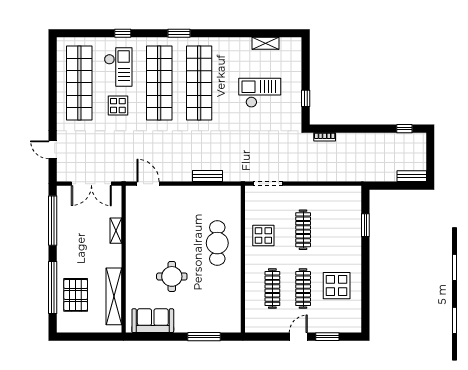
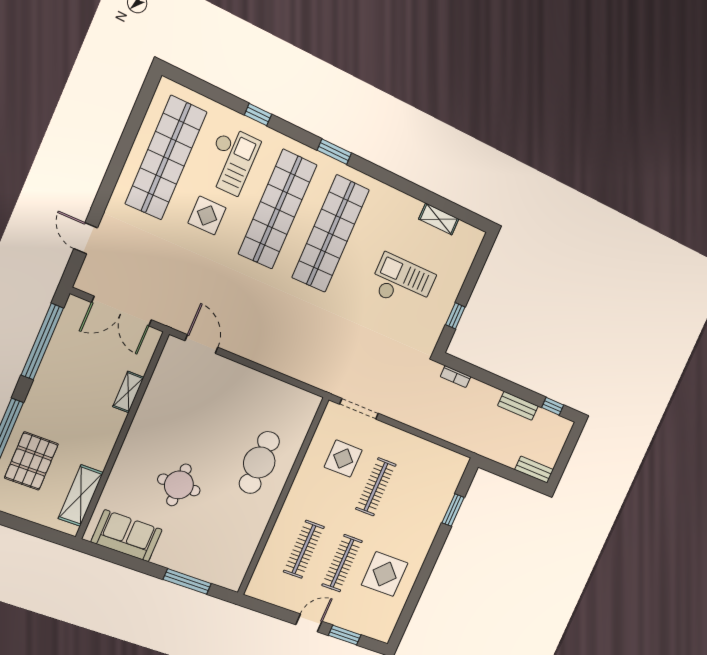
bench: (208, 176) -> (518, 406), moved
display table: (263, 236) -> (343, 459), moved
shelving: (114, 296) -> (81, 495), width x0.68

